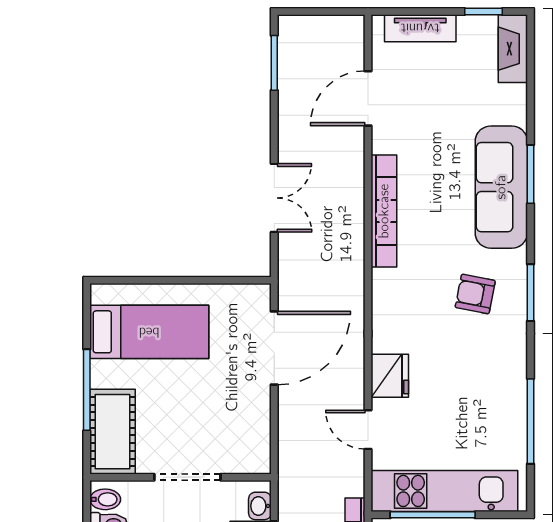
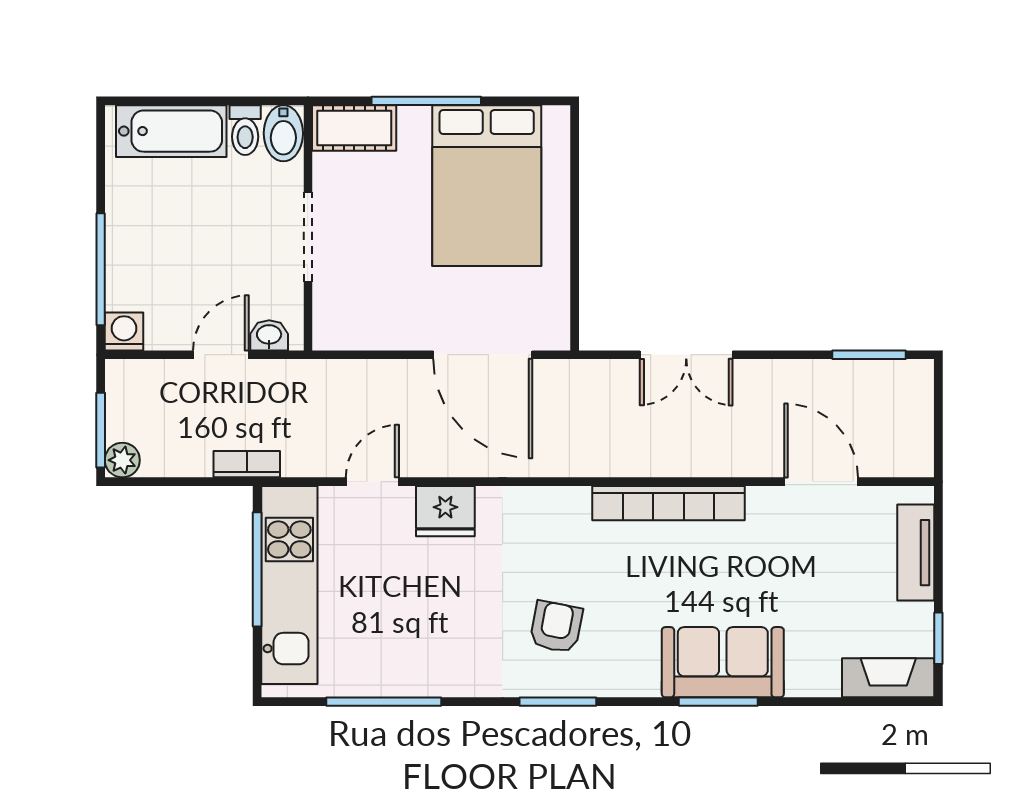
sofa: (501, 187) -> (723, 662), width x0.73
bed: (149, 332) -> (487, 186), width x1.50
cot: (112, 432) -> (354, 128), width x0.73, depth x0.75
bidet: (105, 499) -> (283, 133), width x1.38, depth x1.36

